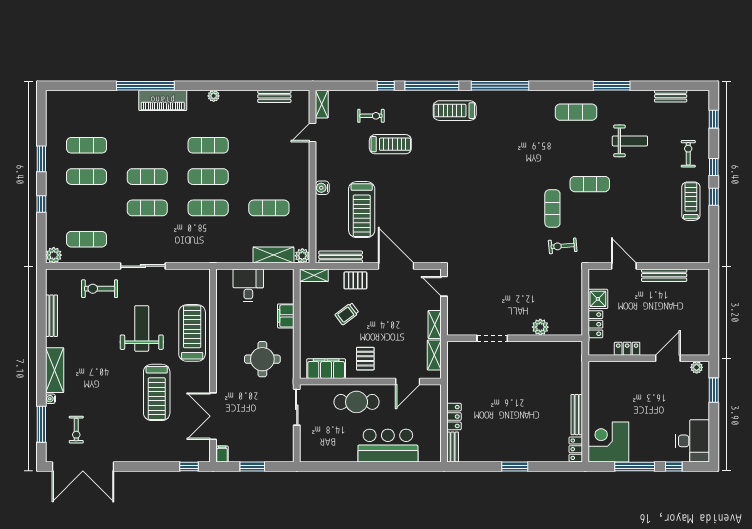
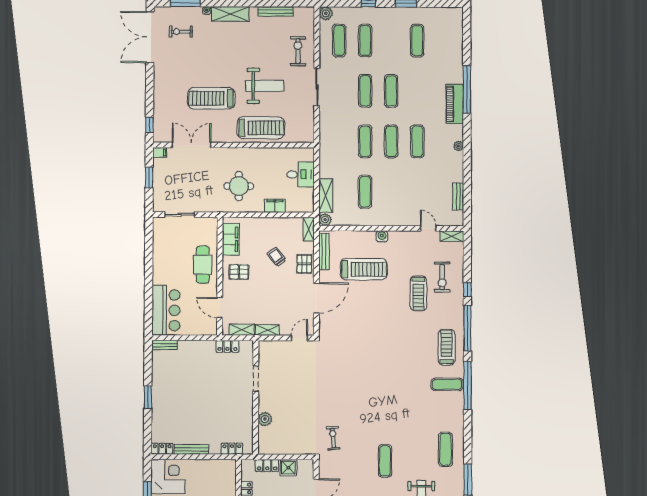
exercise bike: (371, 116) -> (442, 277), width x1.38, depth x1.39
exercise mat: (87, 177) -> (365, 41), moved
exercise mat: (552, 209) -> (447, 384), moved
treadmill: (362, 210) -> (364, 269), turned 180
locker: (576, 366) -> (232, 449), added
sliding door: (297, 407) -> (180, 215), moved
locker: (454, 417) -> (227, 346), moved
bar counter: (388, 446) -> (166, 310), moved

